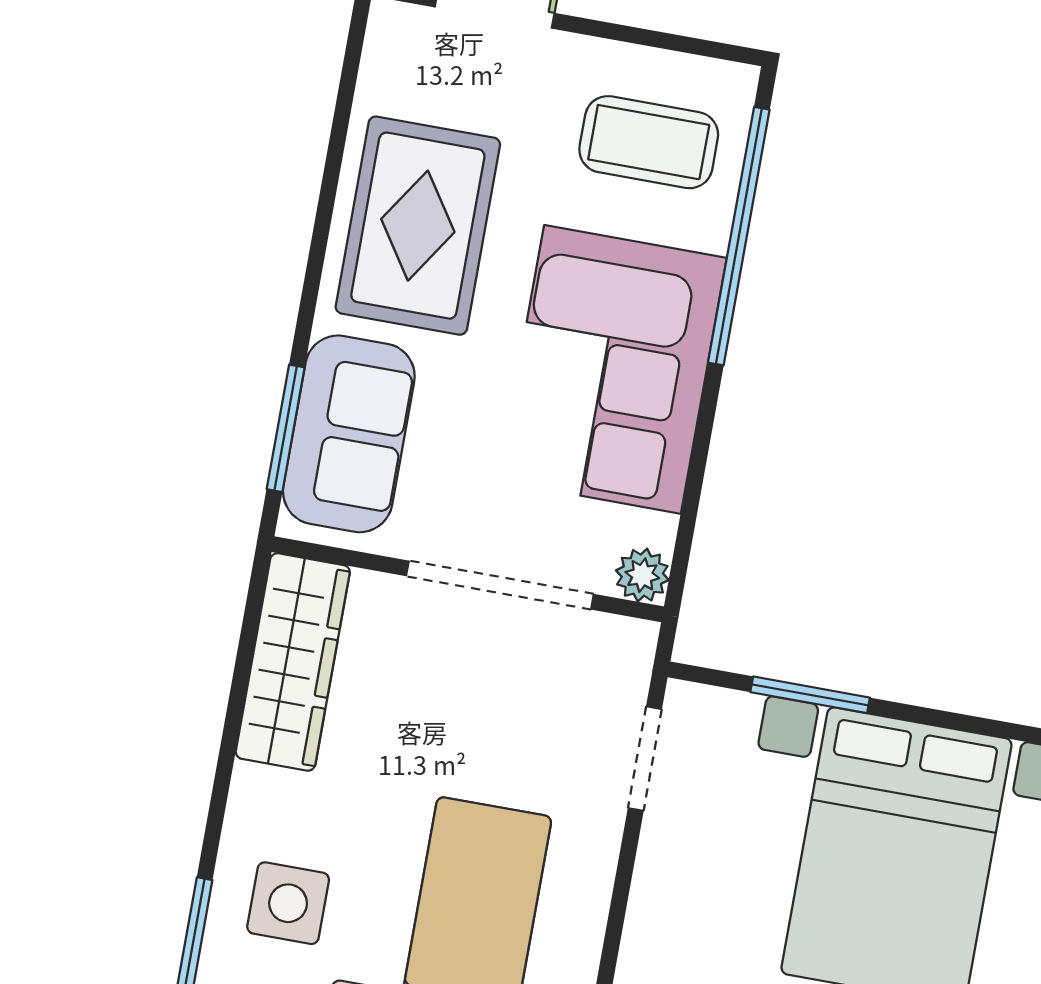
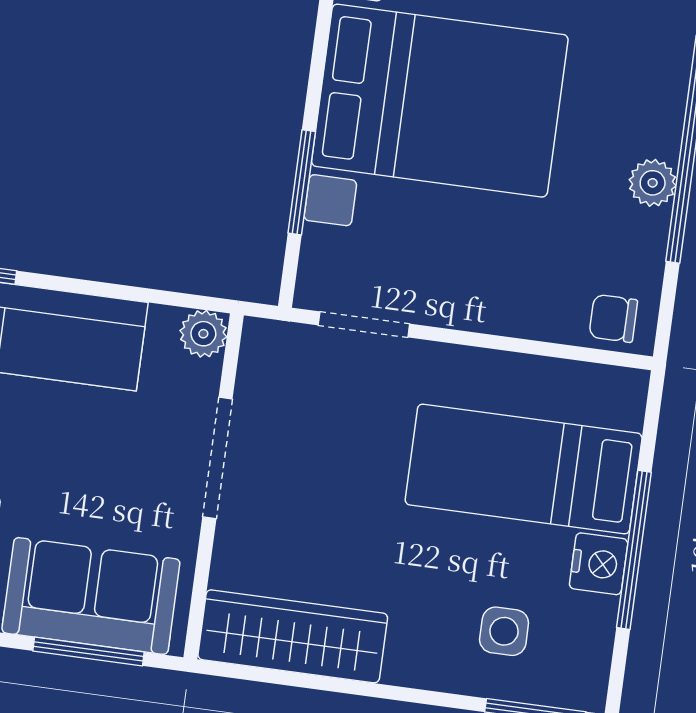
doorway: (500, 585) -> (217, 458), width x0.73
side table: (288, 903) -> (504, 631), width x0.73, depth x0.73

